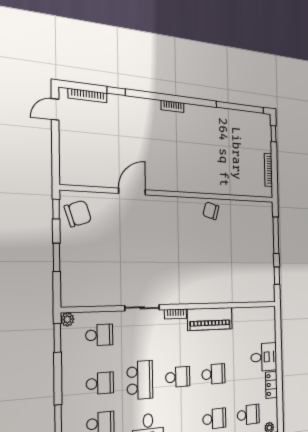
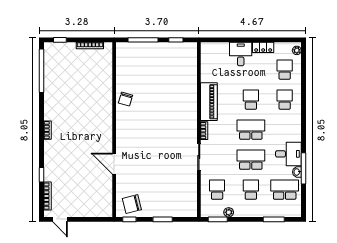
chair: (78, 214) -> (132, 204), turned -86
plant: (67, 319) -> (229, 212), moved
school desk: (178, 377) -> (251, 130), width x1.85

